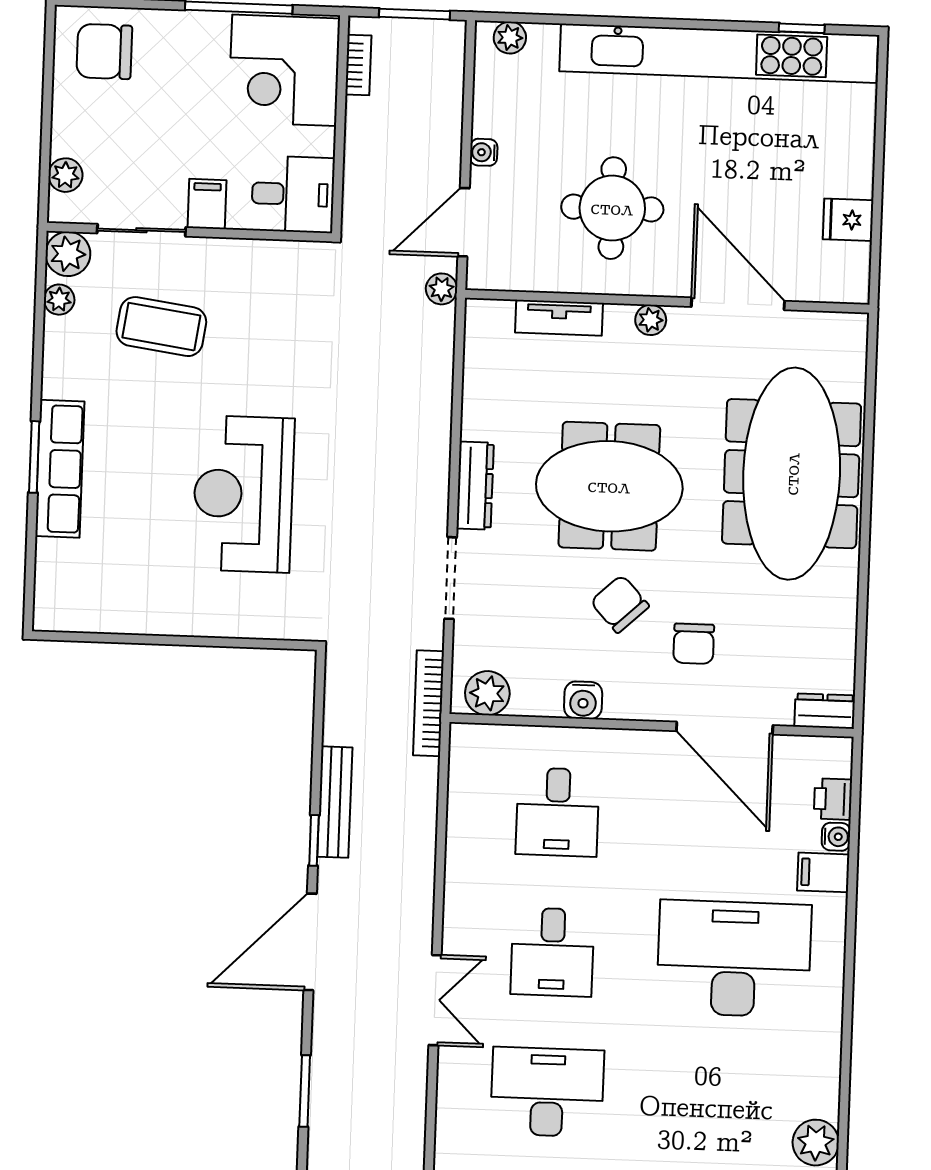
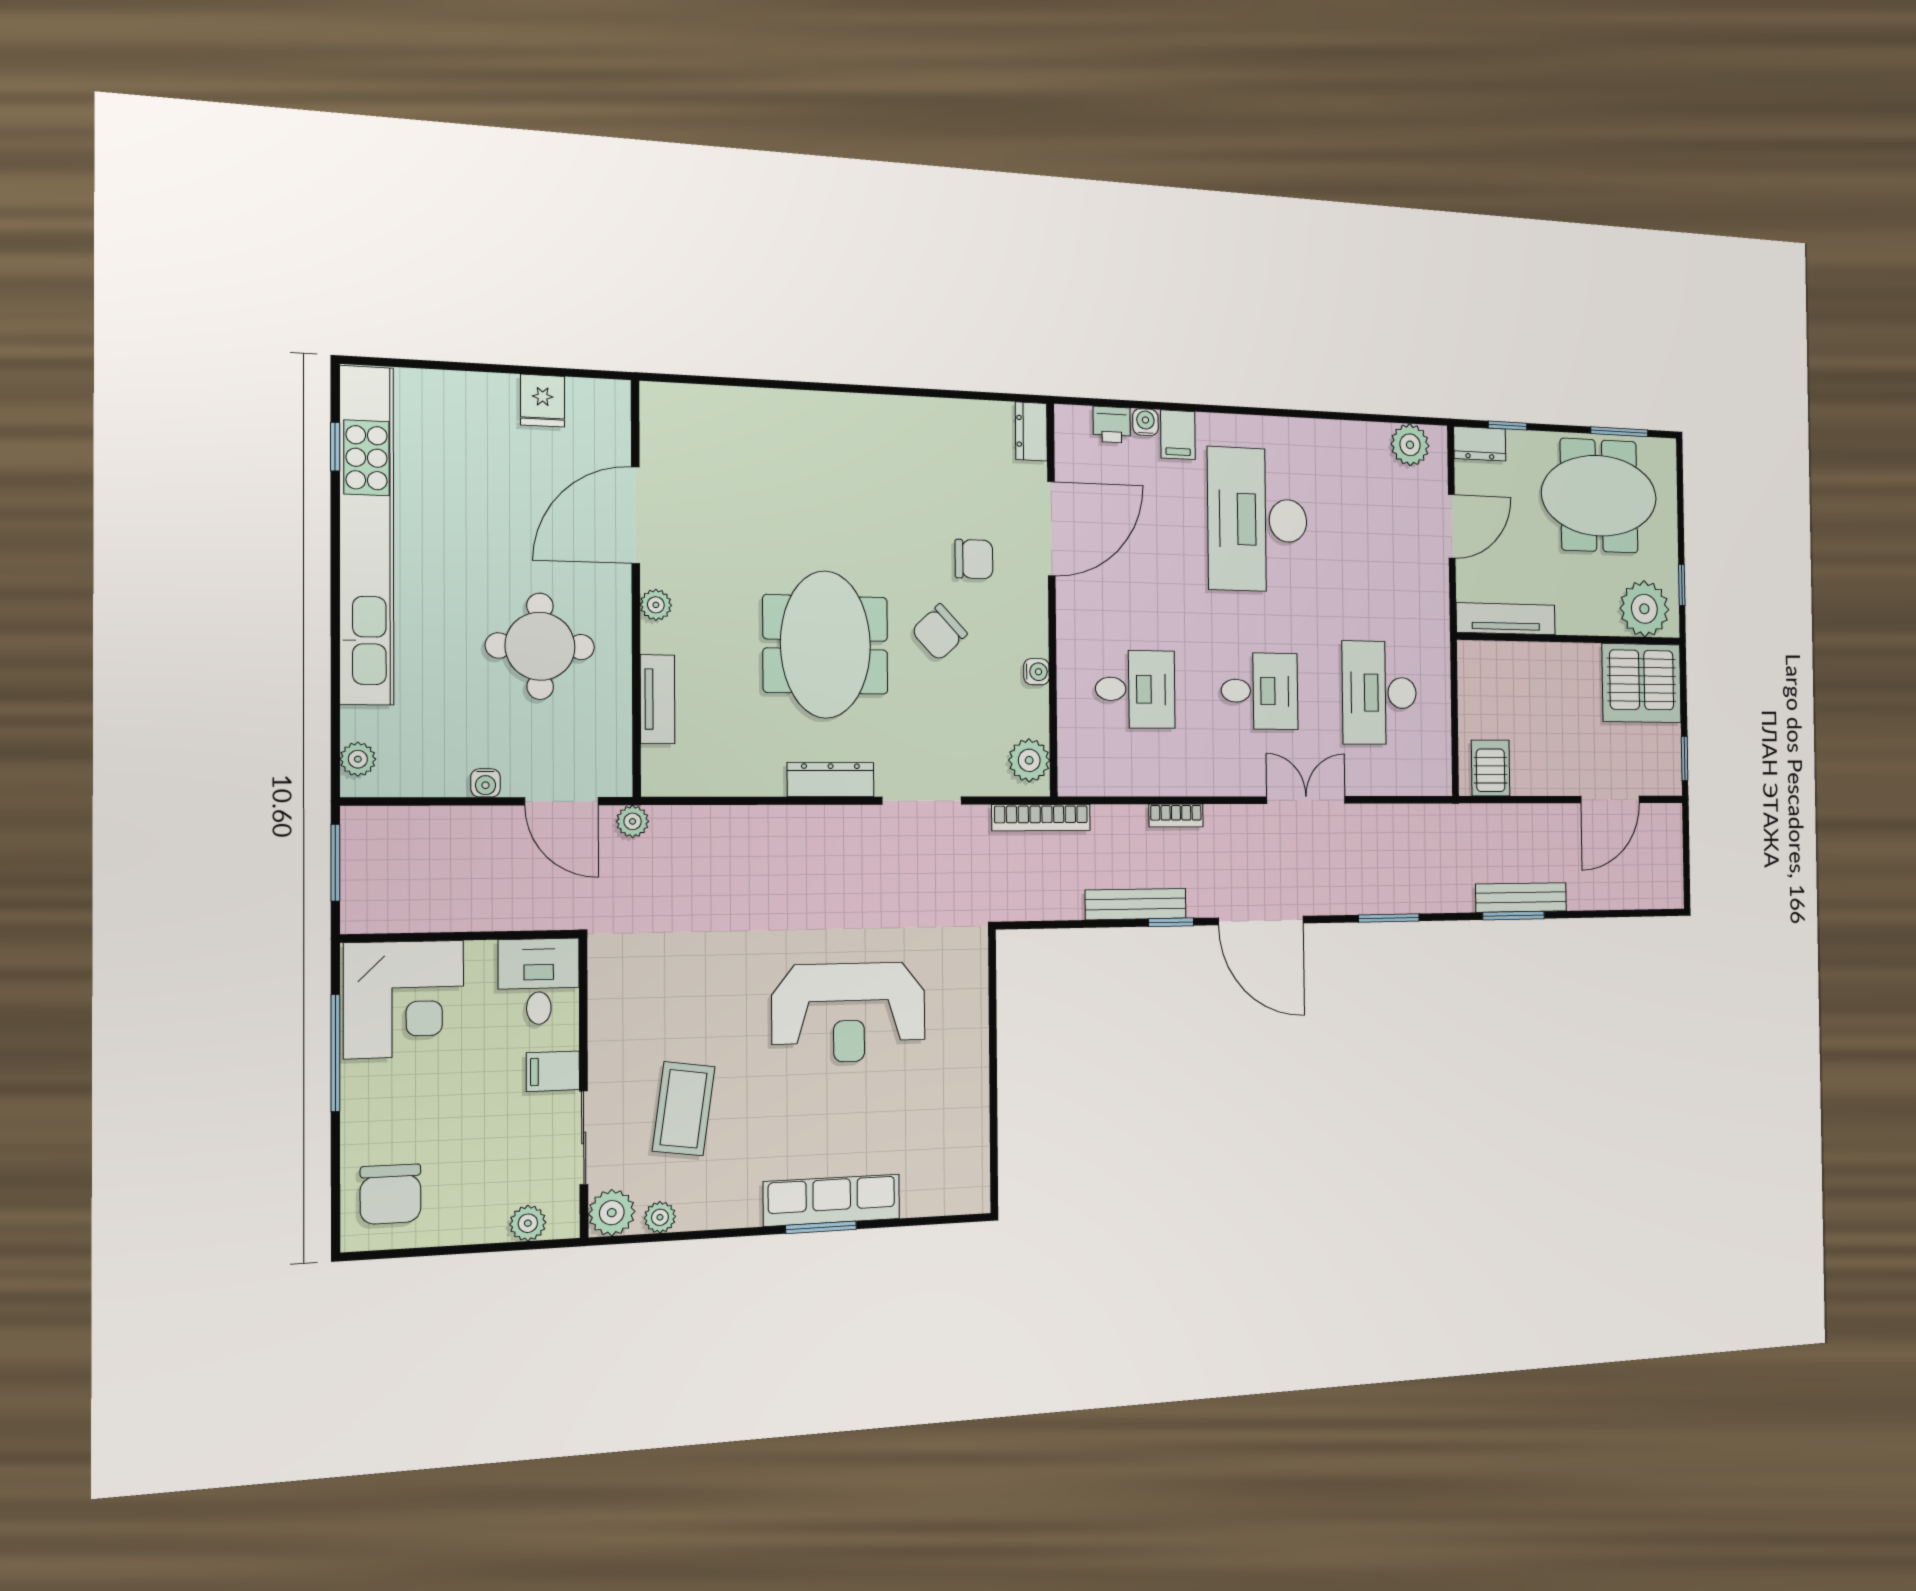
bookcase: (358, 65) -> (1176, 816), moved, turned 180
meeting table: (792, 474) -> (805, 462), removed
water cooler: (583, 700) -> (1036, 672), width x0.72, depth x0.72

